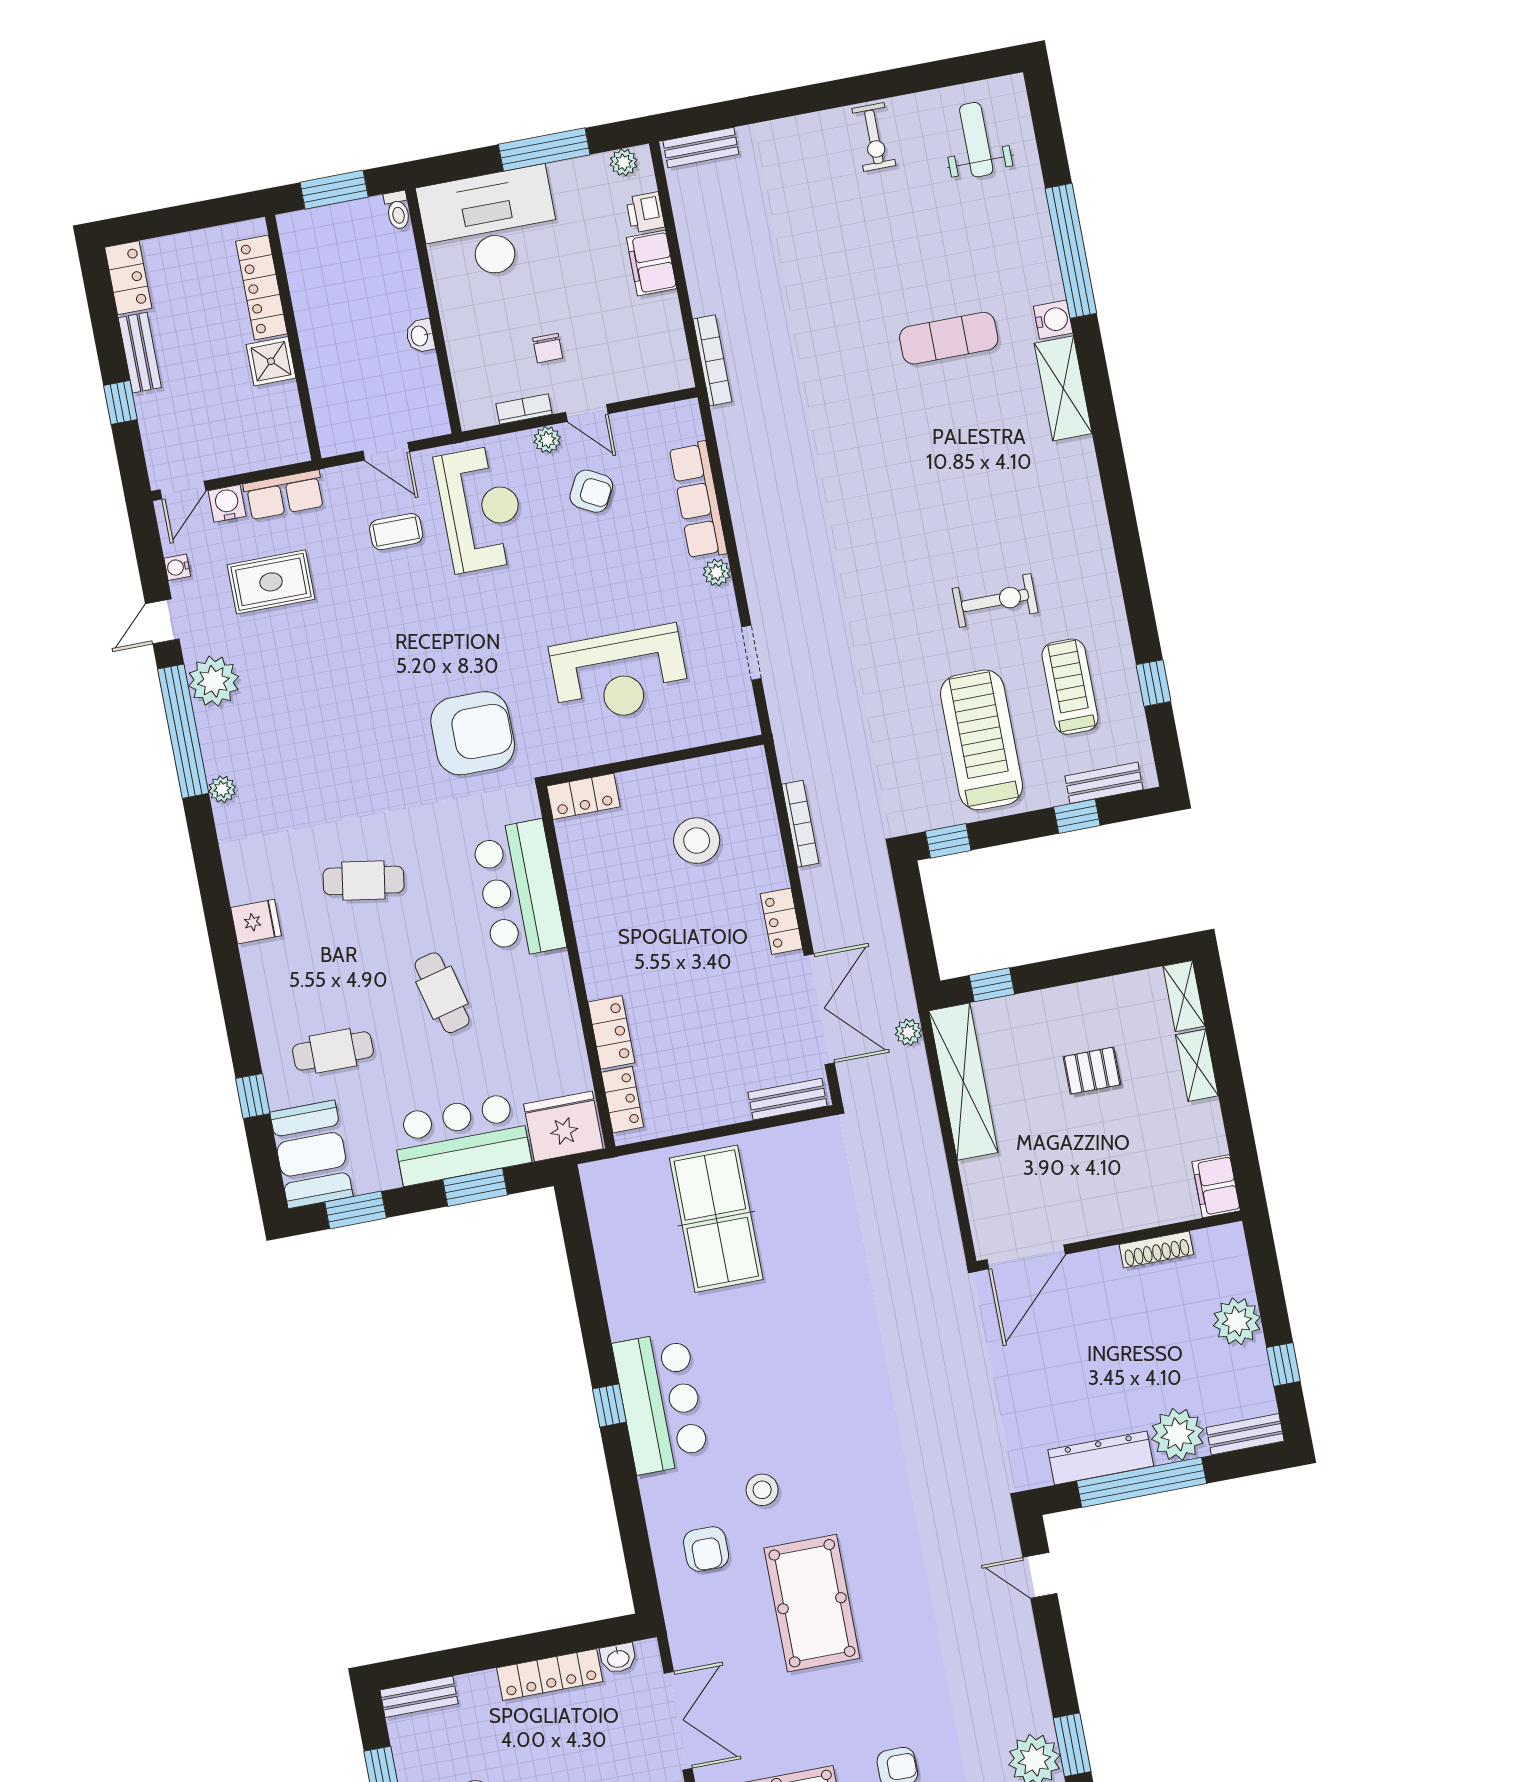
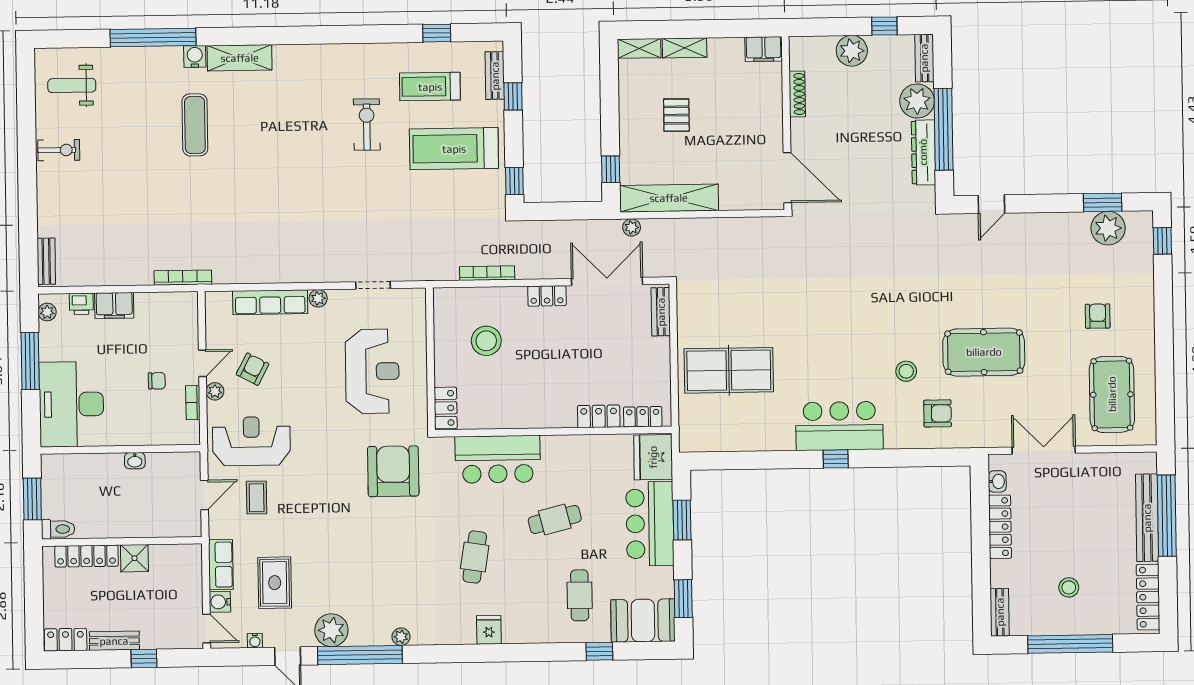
toilet: (398, 210) -> (58, 529), moved, width x1.37, depth x1.39

